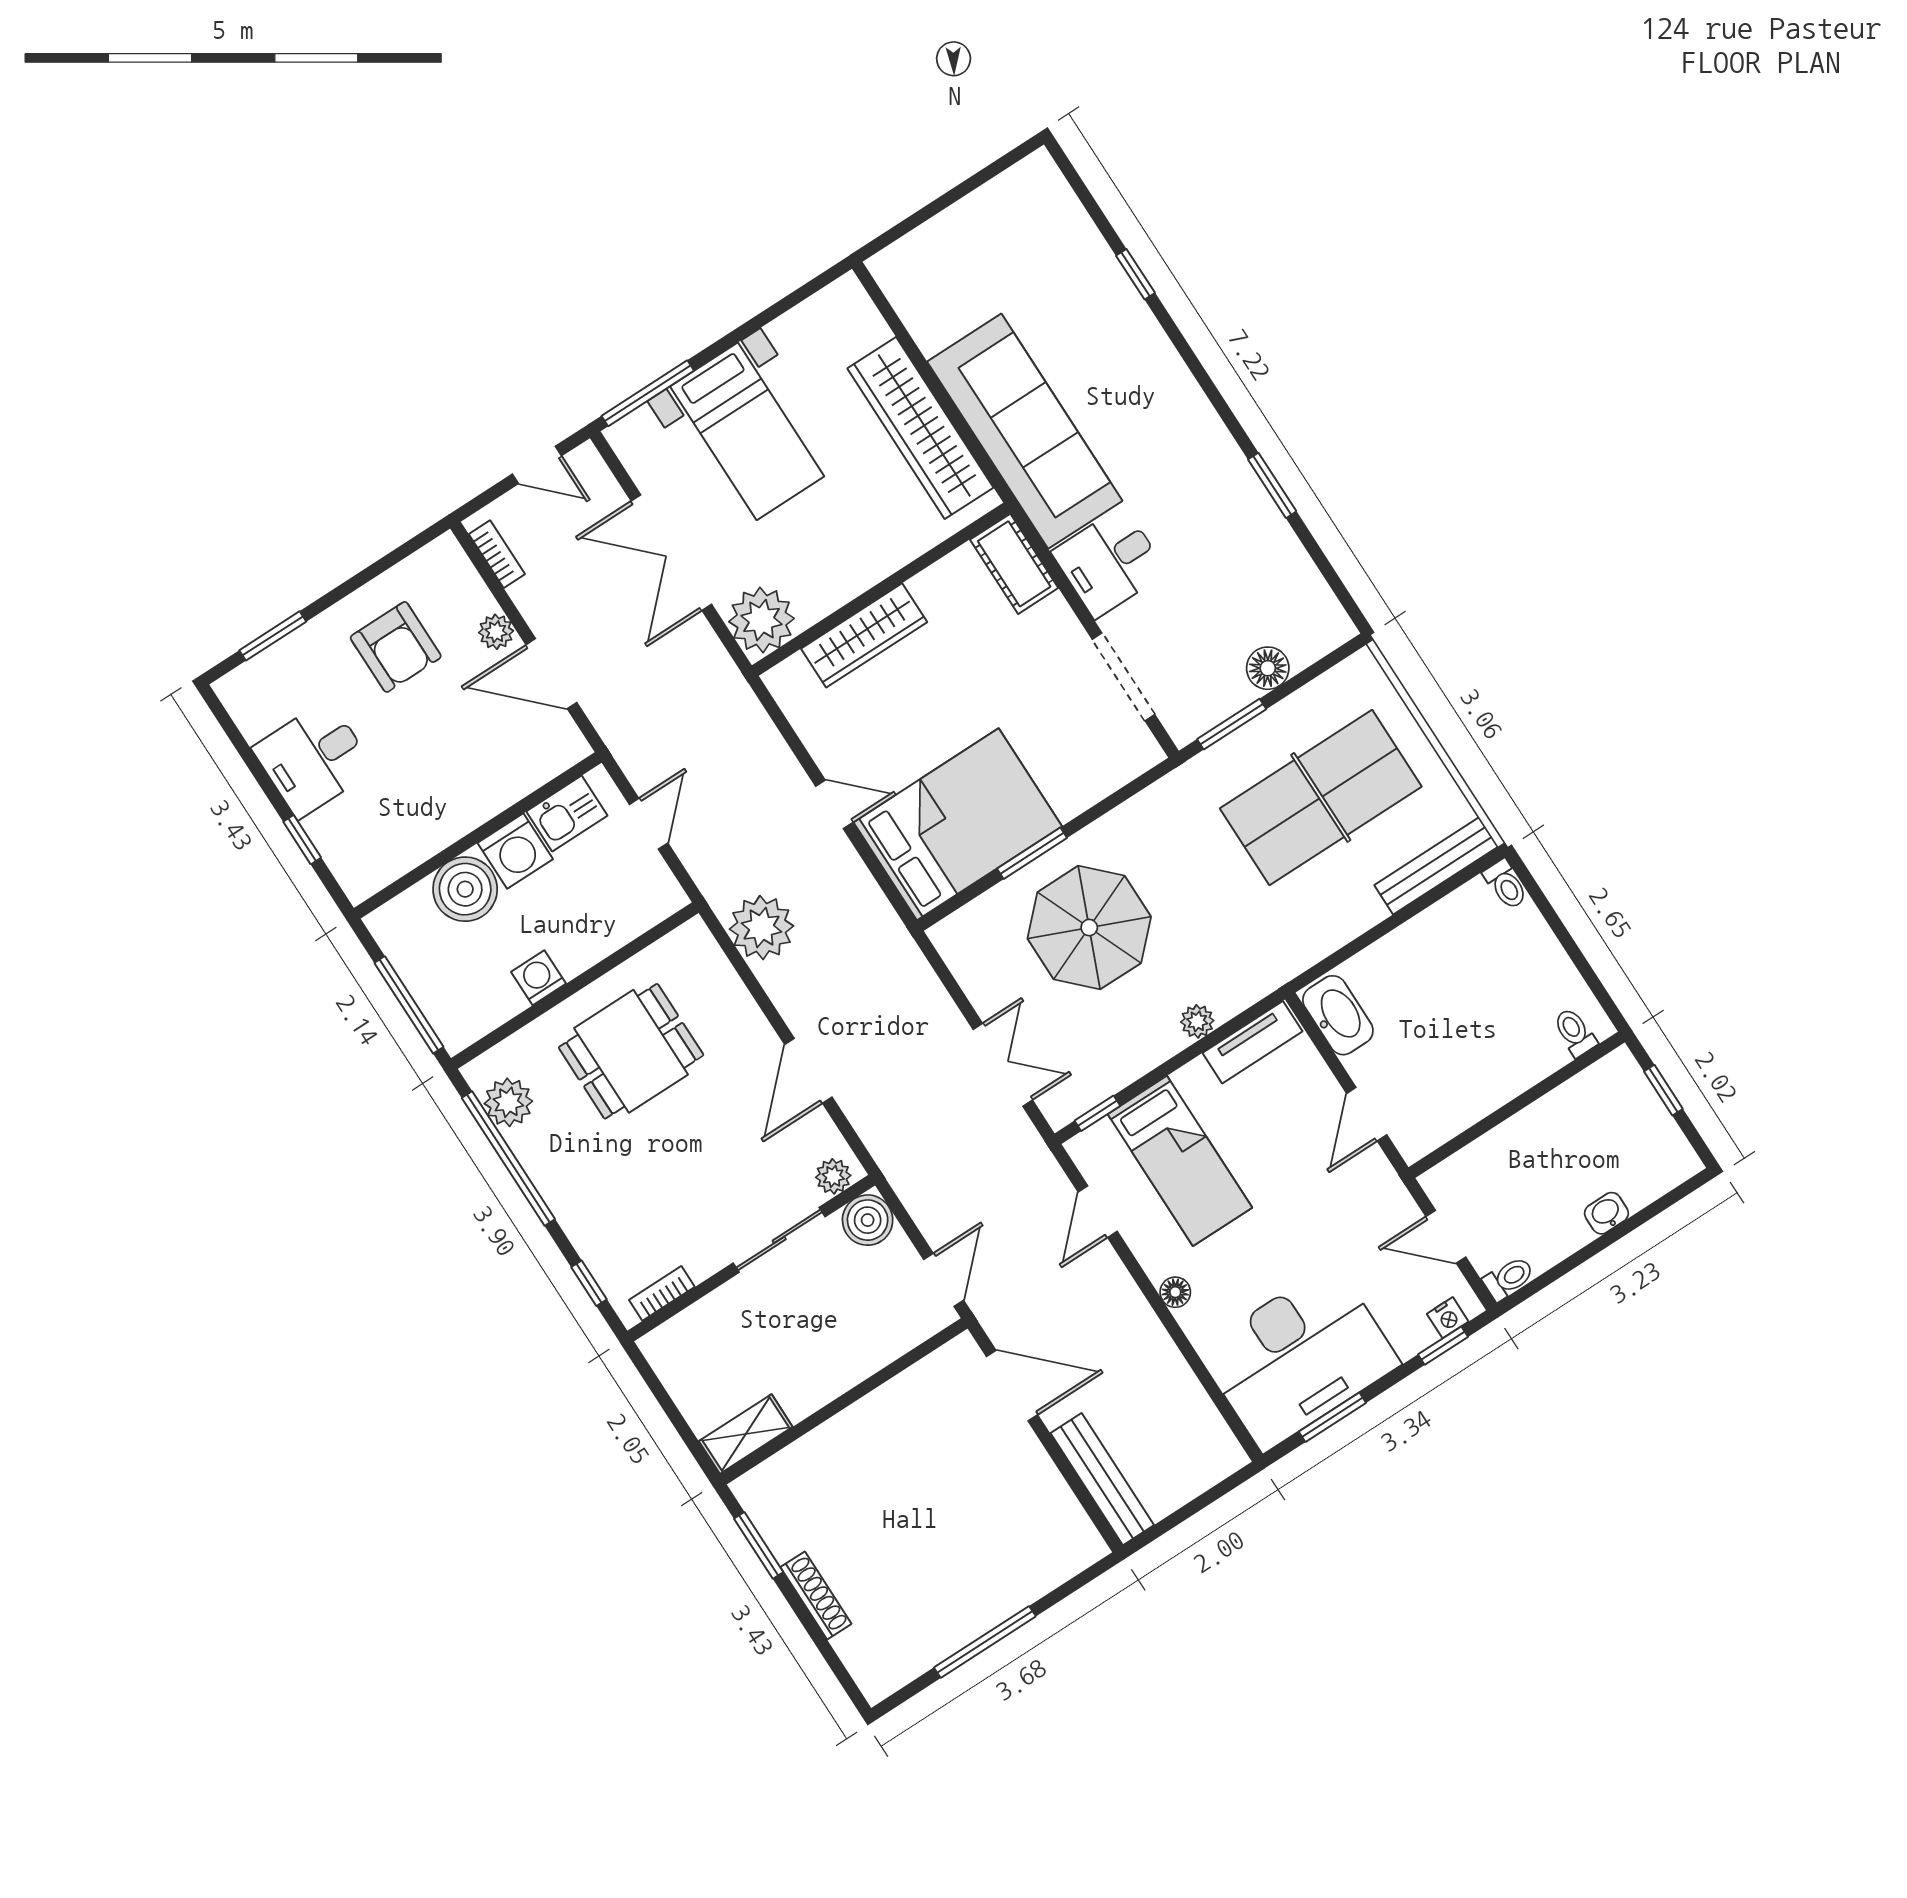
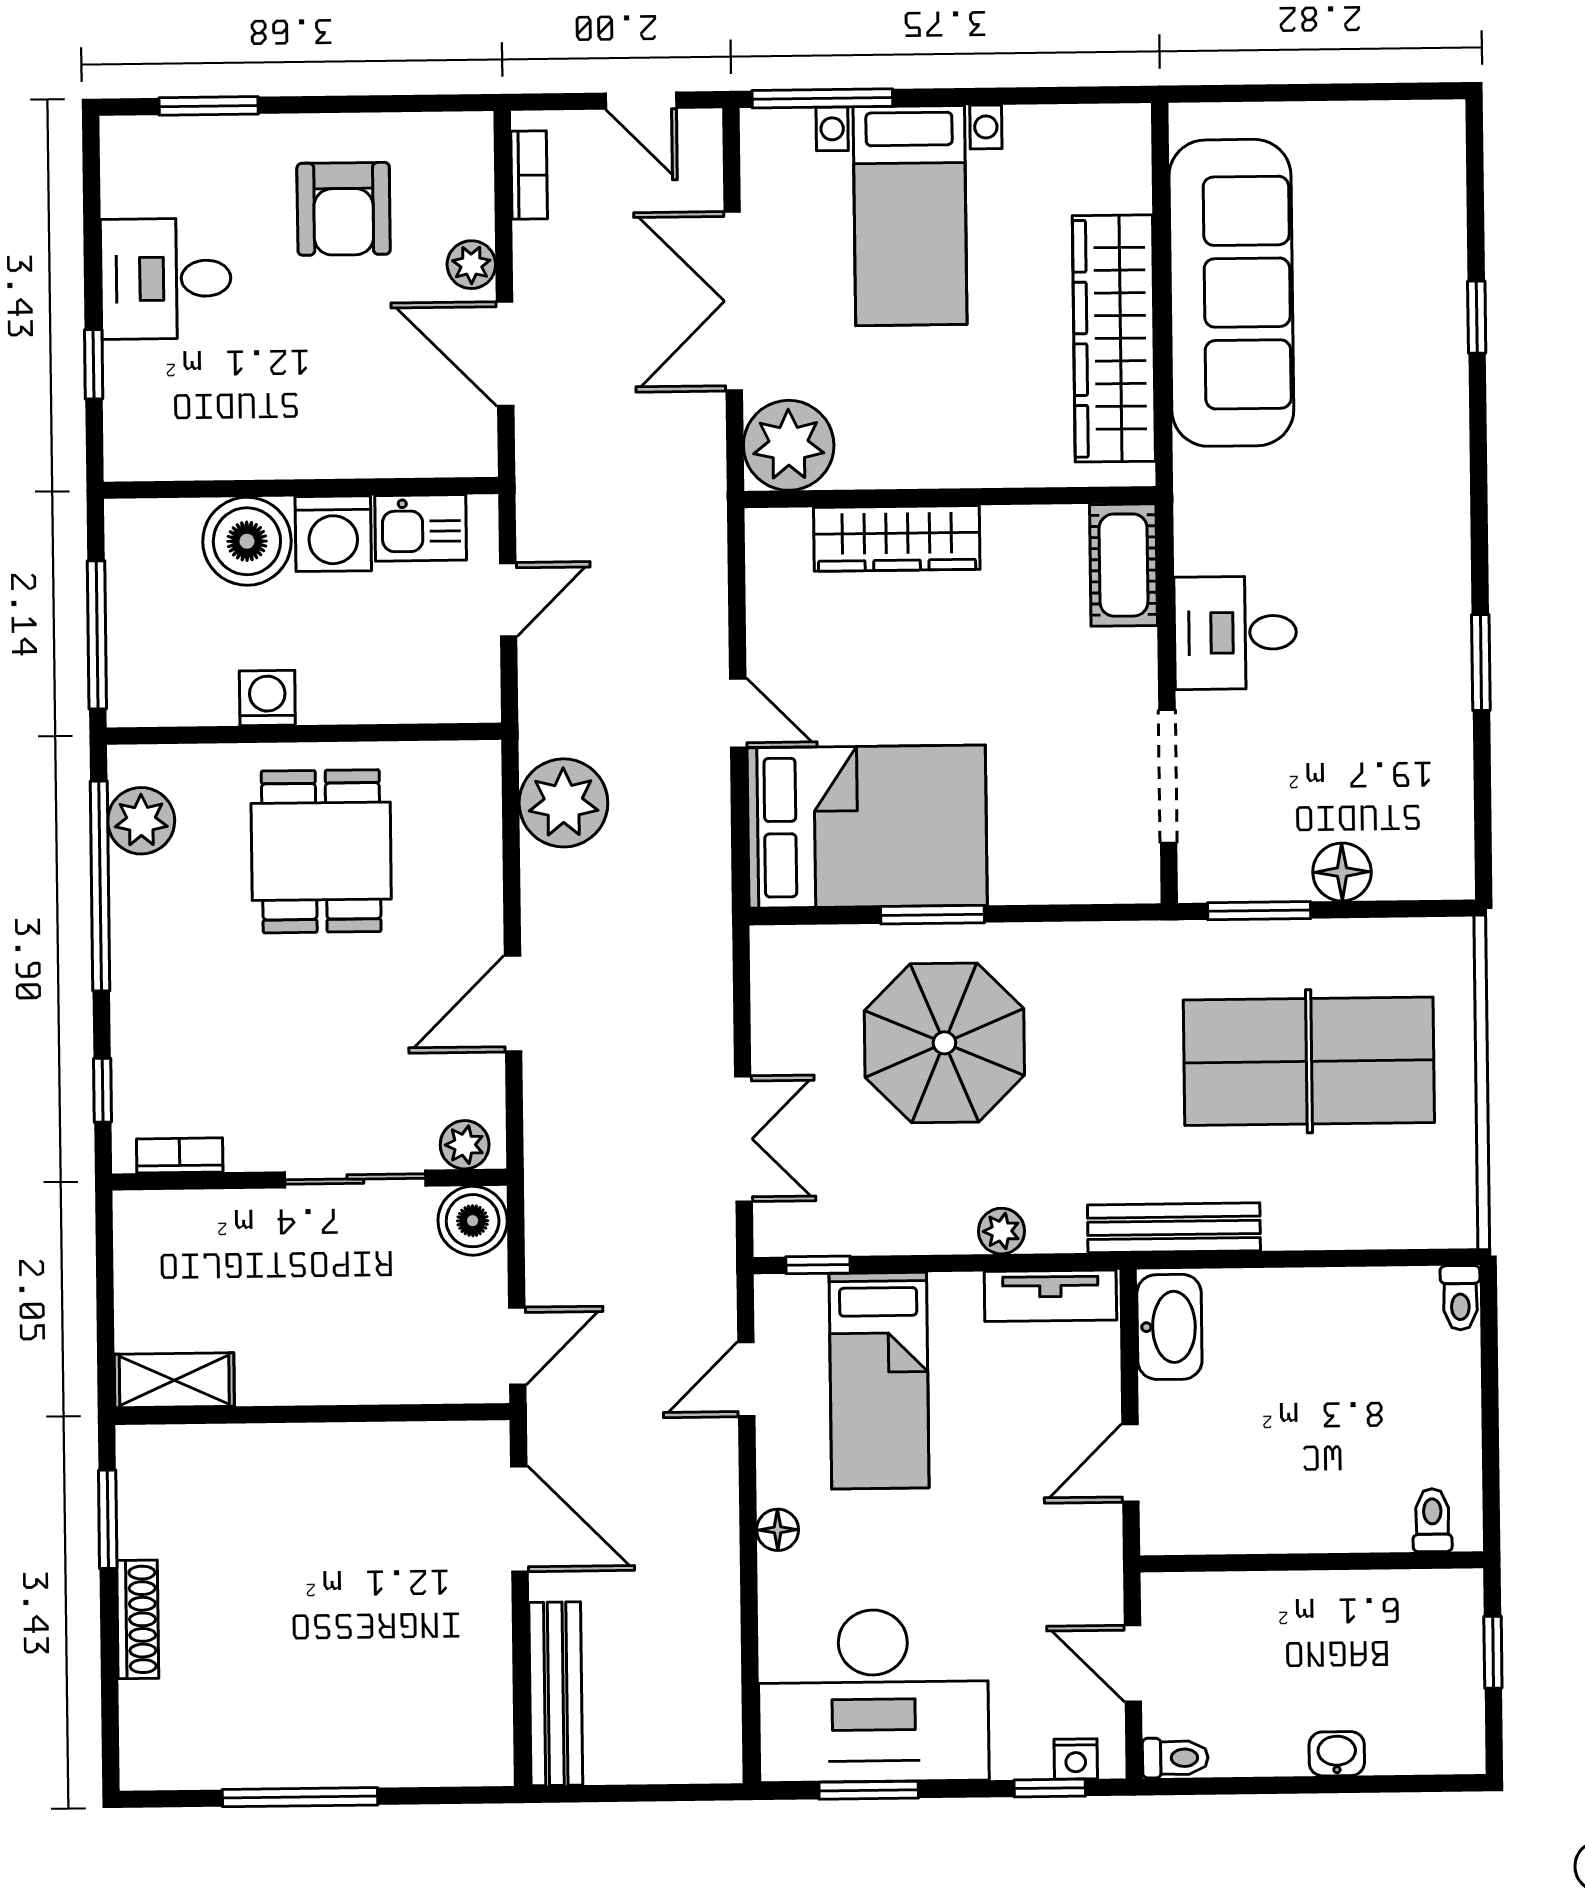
sofa: (1025, 431) -> (1231, 293), moved
bench: (1436, 866) -> (1174, 1228), moved
dining table: (631, 1051) -> (321, 851), turned 90

